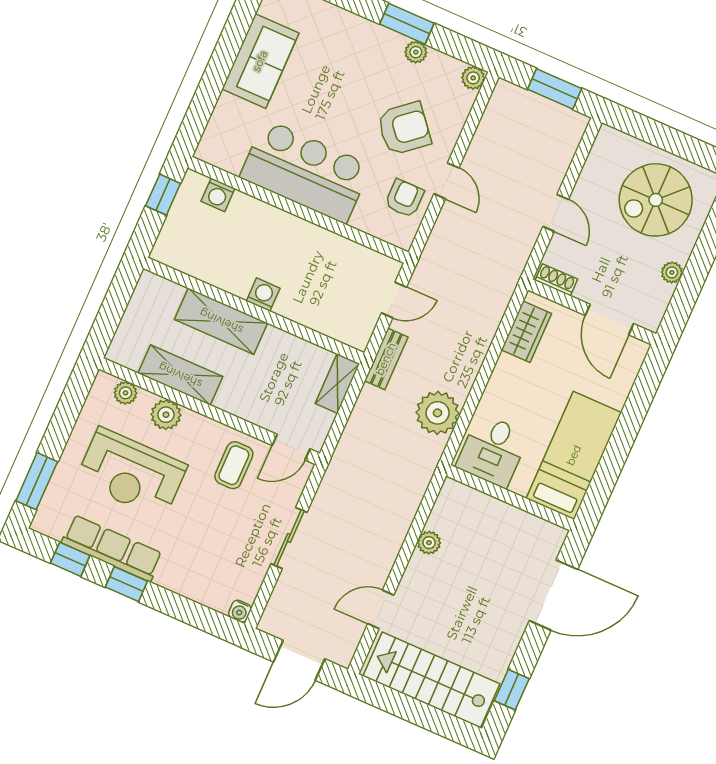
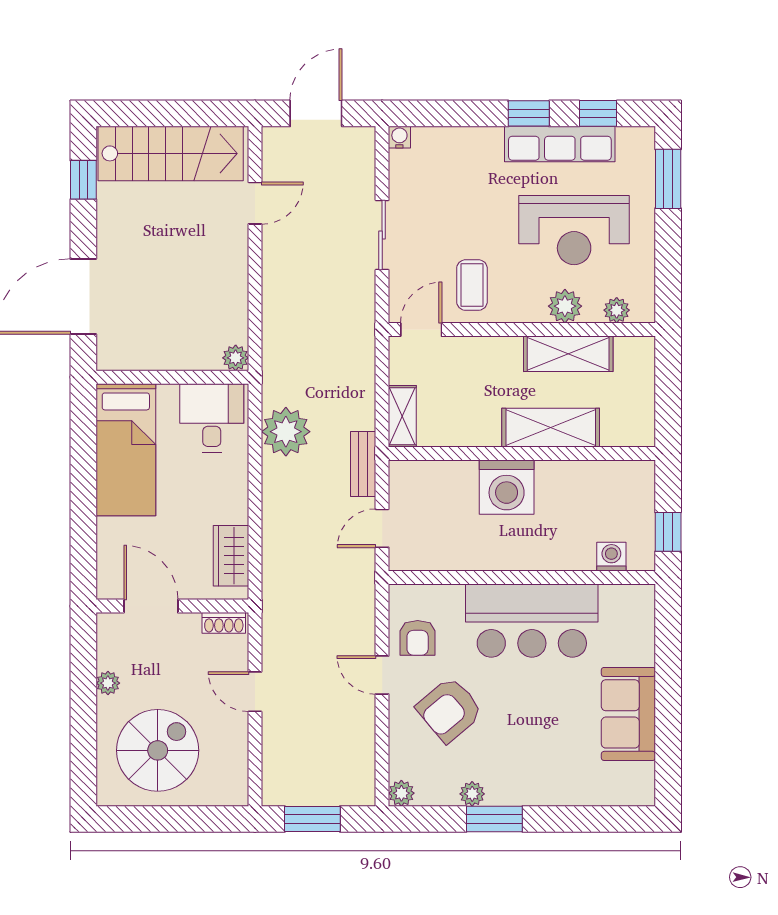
washing machine: (263, 295) -> (507, 487), width x1.89, depth x1.89
reception desk: (131, 473) -> (574, 230), turned 180
plant: (429, 543) -> (236, 358), moved

